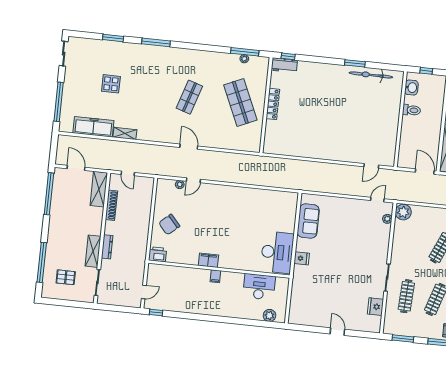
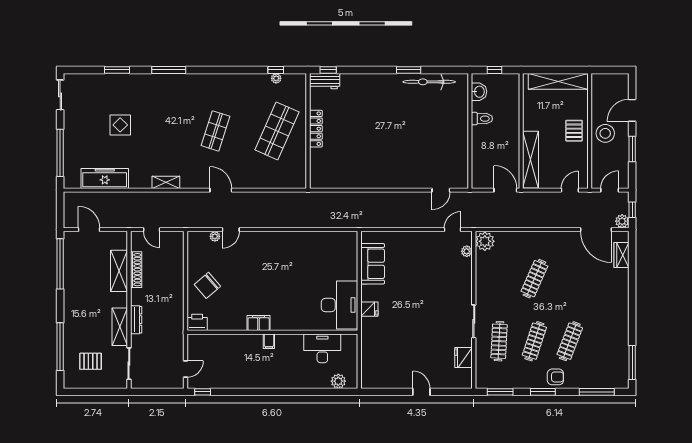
window: (245, 52) -> (276, 70), width x0.46
shop shelf: (240, 102) -> (277, 131), turned 48
shelving: (125, 133) -> (166, 182), moved
shelving: (99, 189) -> (119, 271), moved

